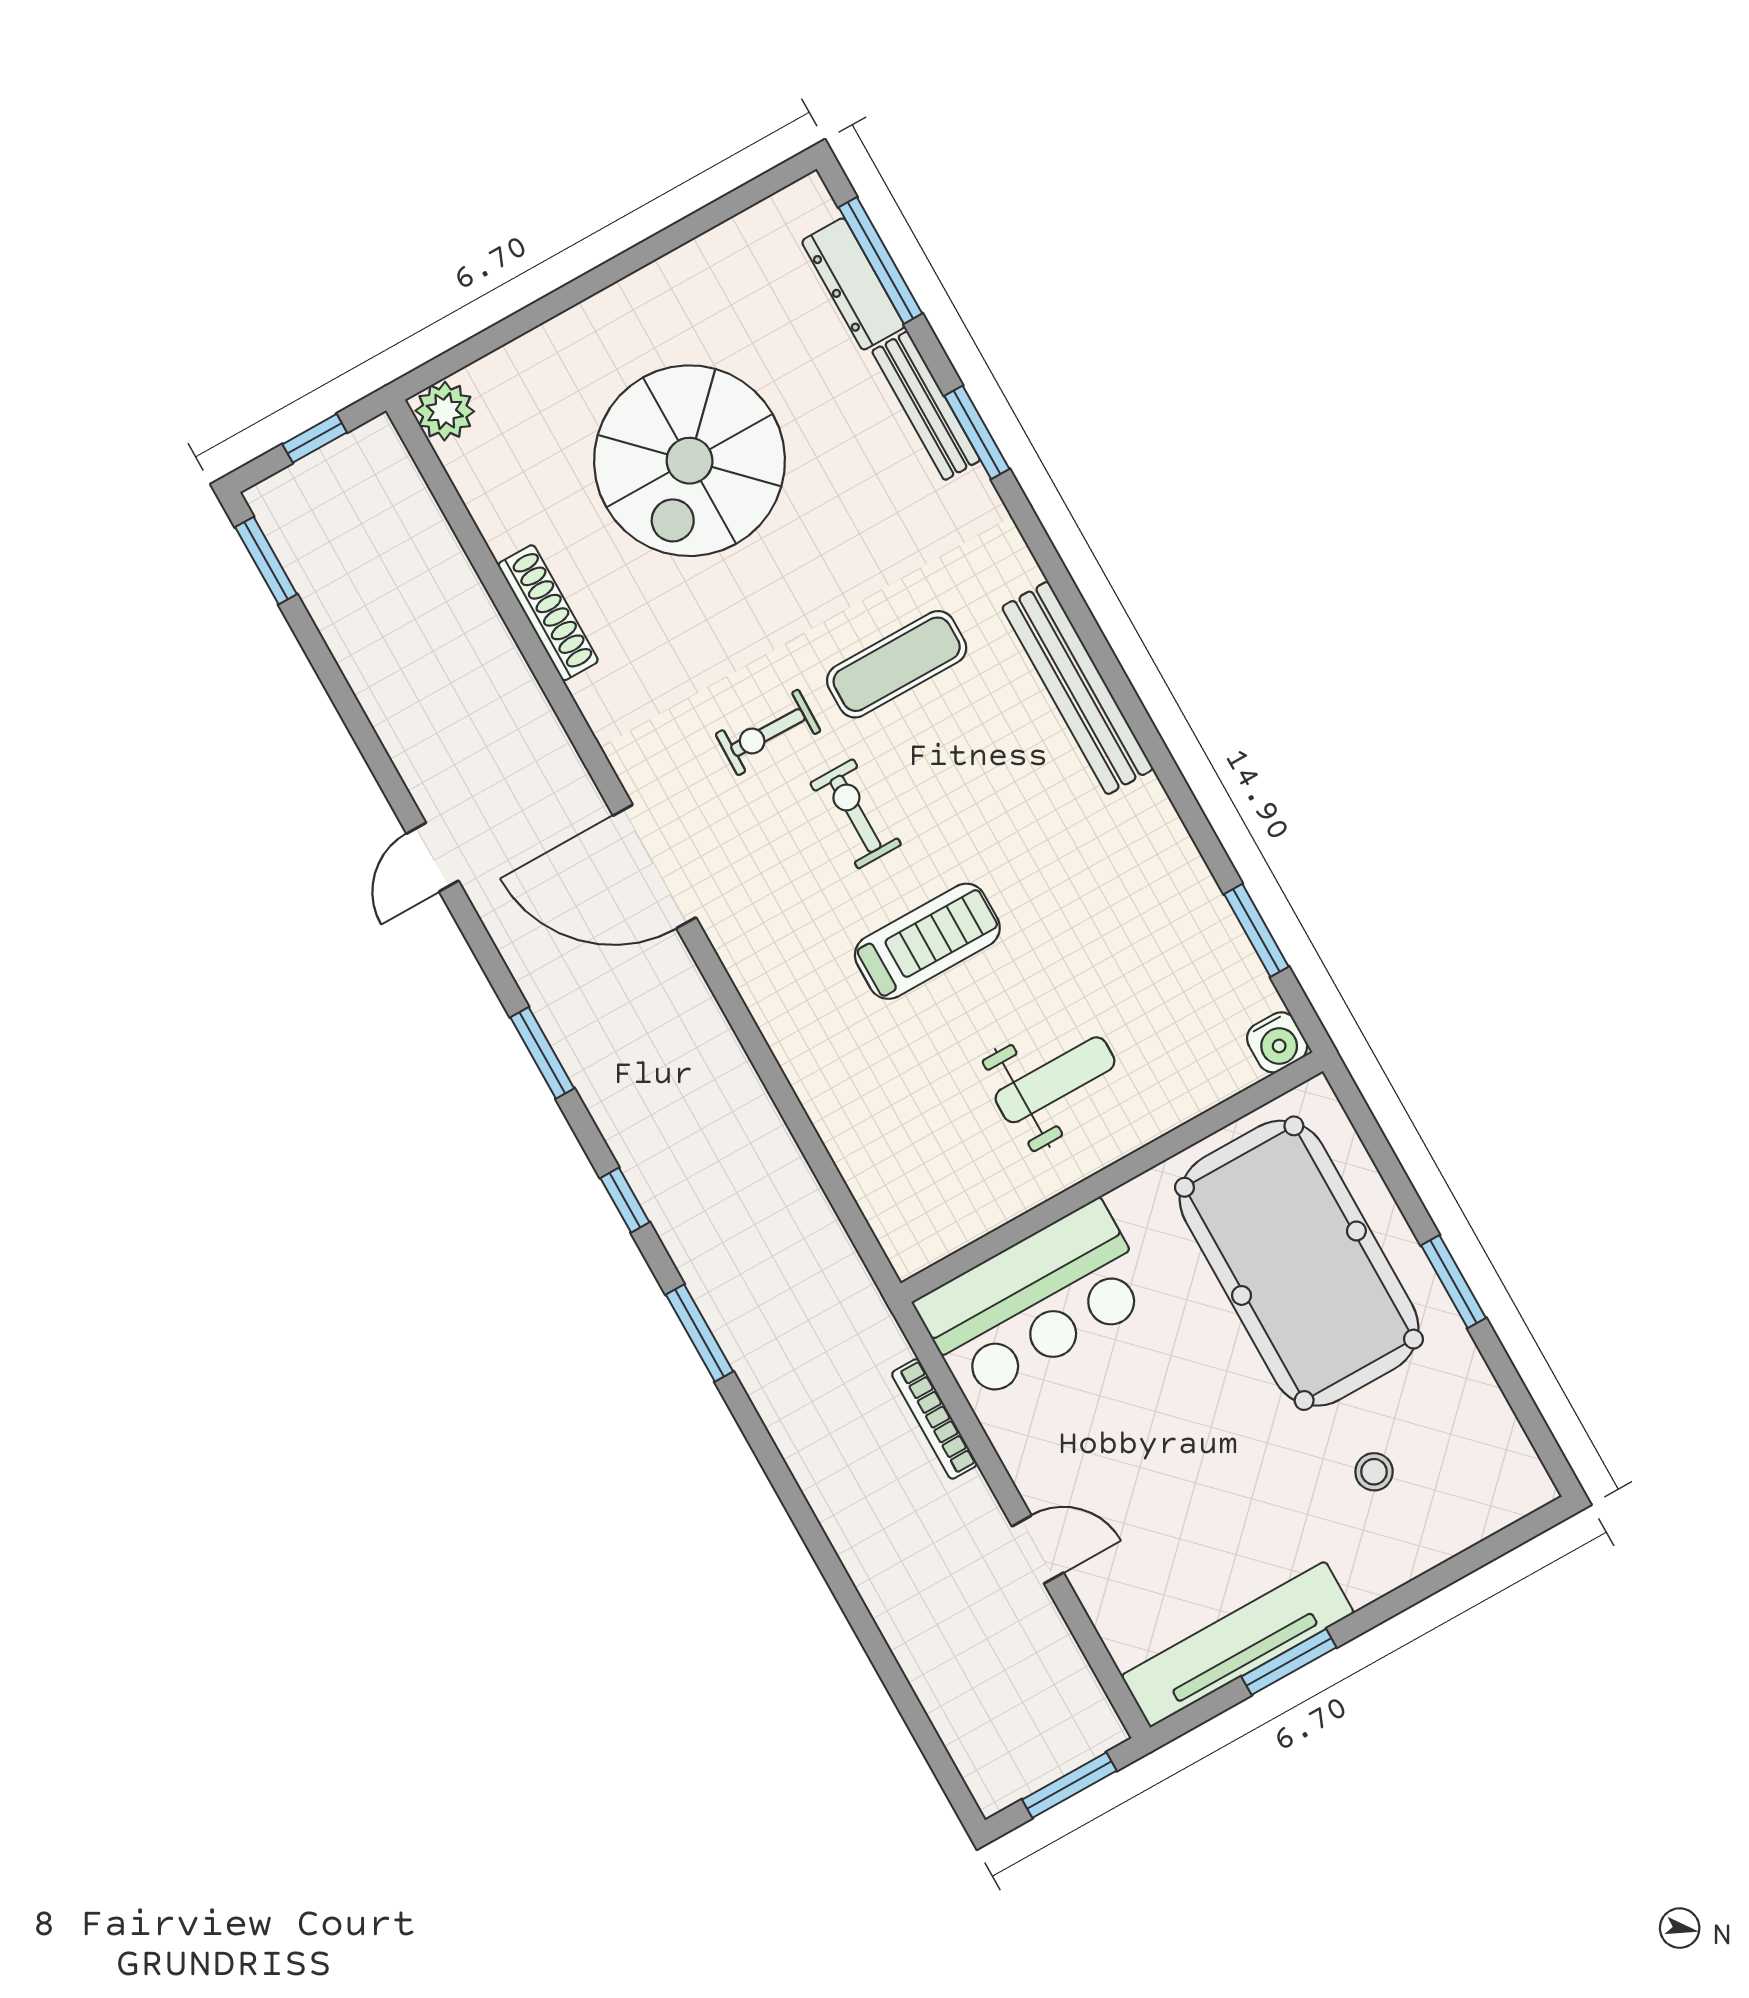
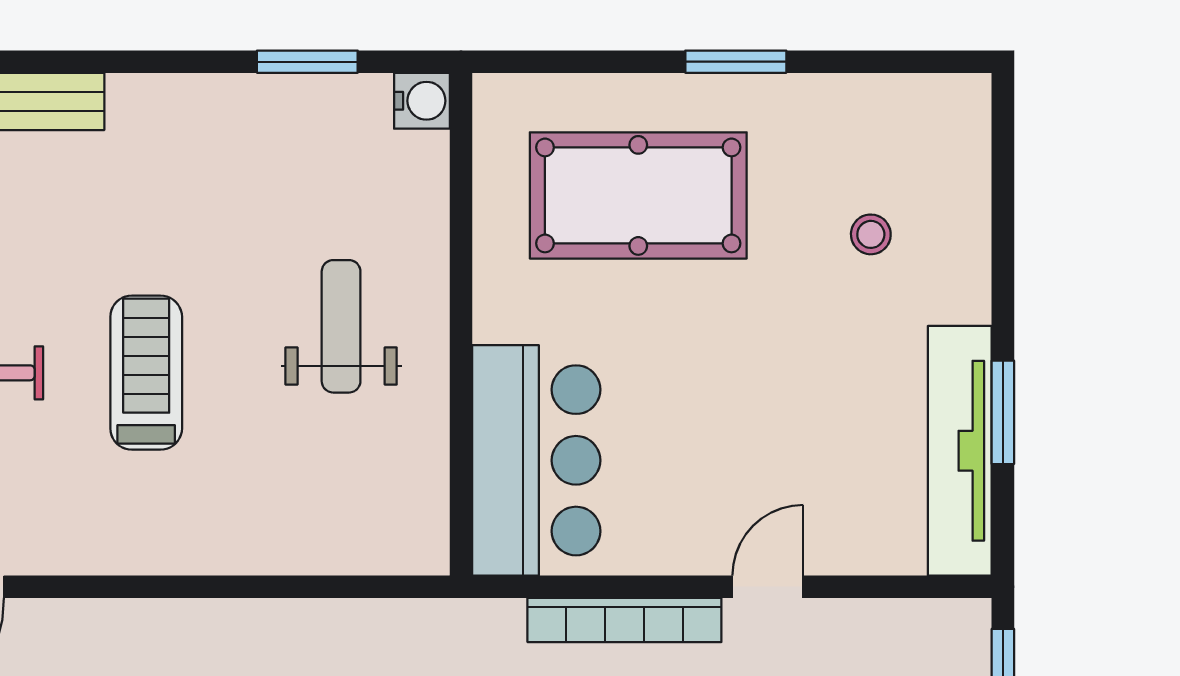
pool table: (1299, 1263) -> (638, 195), width x0.73, depth x0.76
bookcase: (934, 1419) -> (624, 620), width x1.48, depth x1.31

